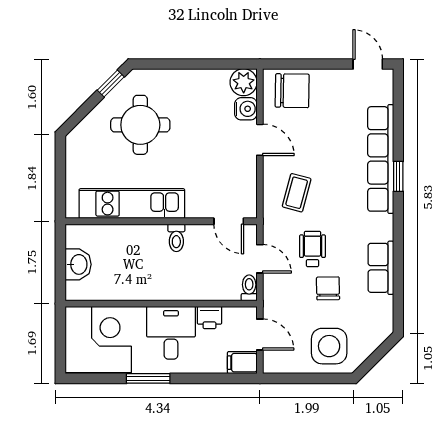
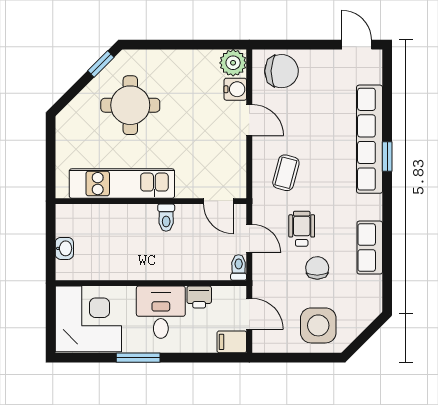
washbasin: (78, 264) -> (64, 248), width x0.72, depth x0.69

